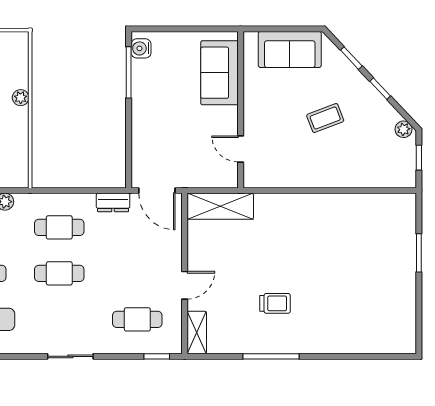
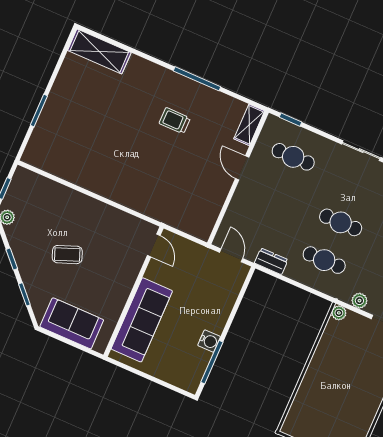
water cooler: (141, 48) -> (209, 341), moved
sofa: (220, 73) -> (142, 320), width x1.36
plant: (21, 98) -> (339, 313), moved
door: (241, 149) -> (154, 245), moved
door: (157, 191) -> (231, 255), width x0.73
shelving: (220, 206) -> (99, 51), moved
door: (185, 285) -> (242, 168), hinge flipped

